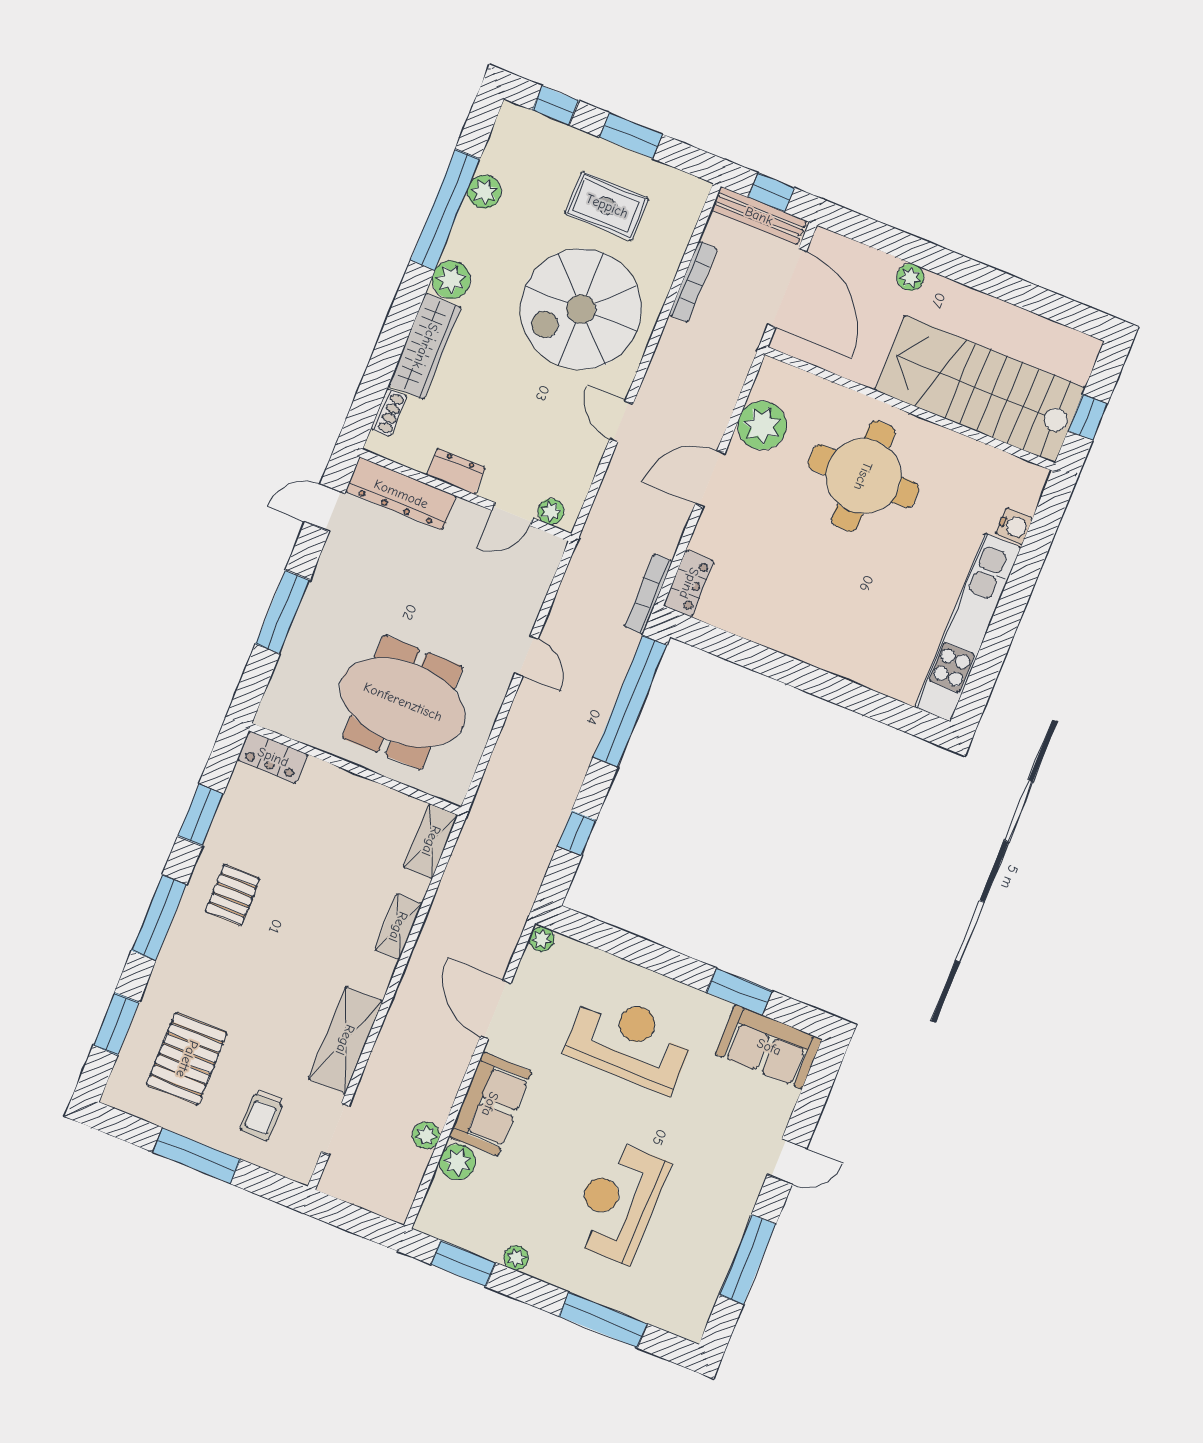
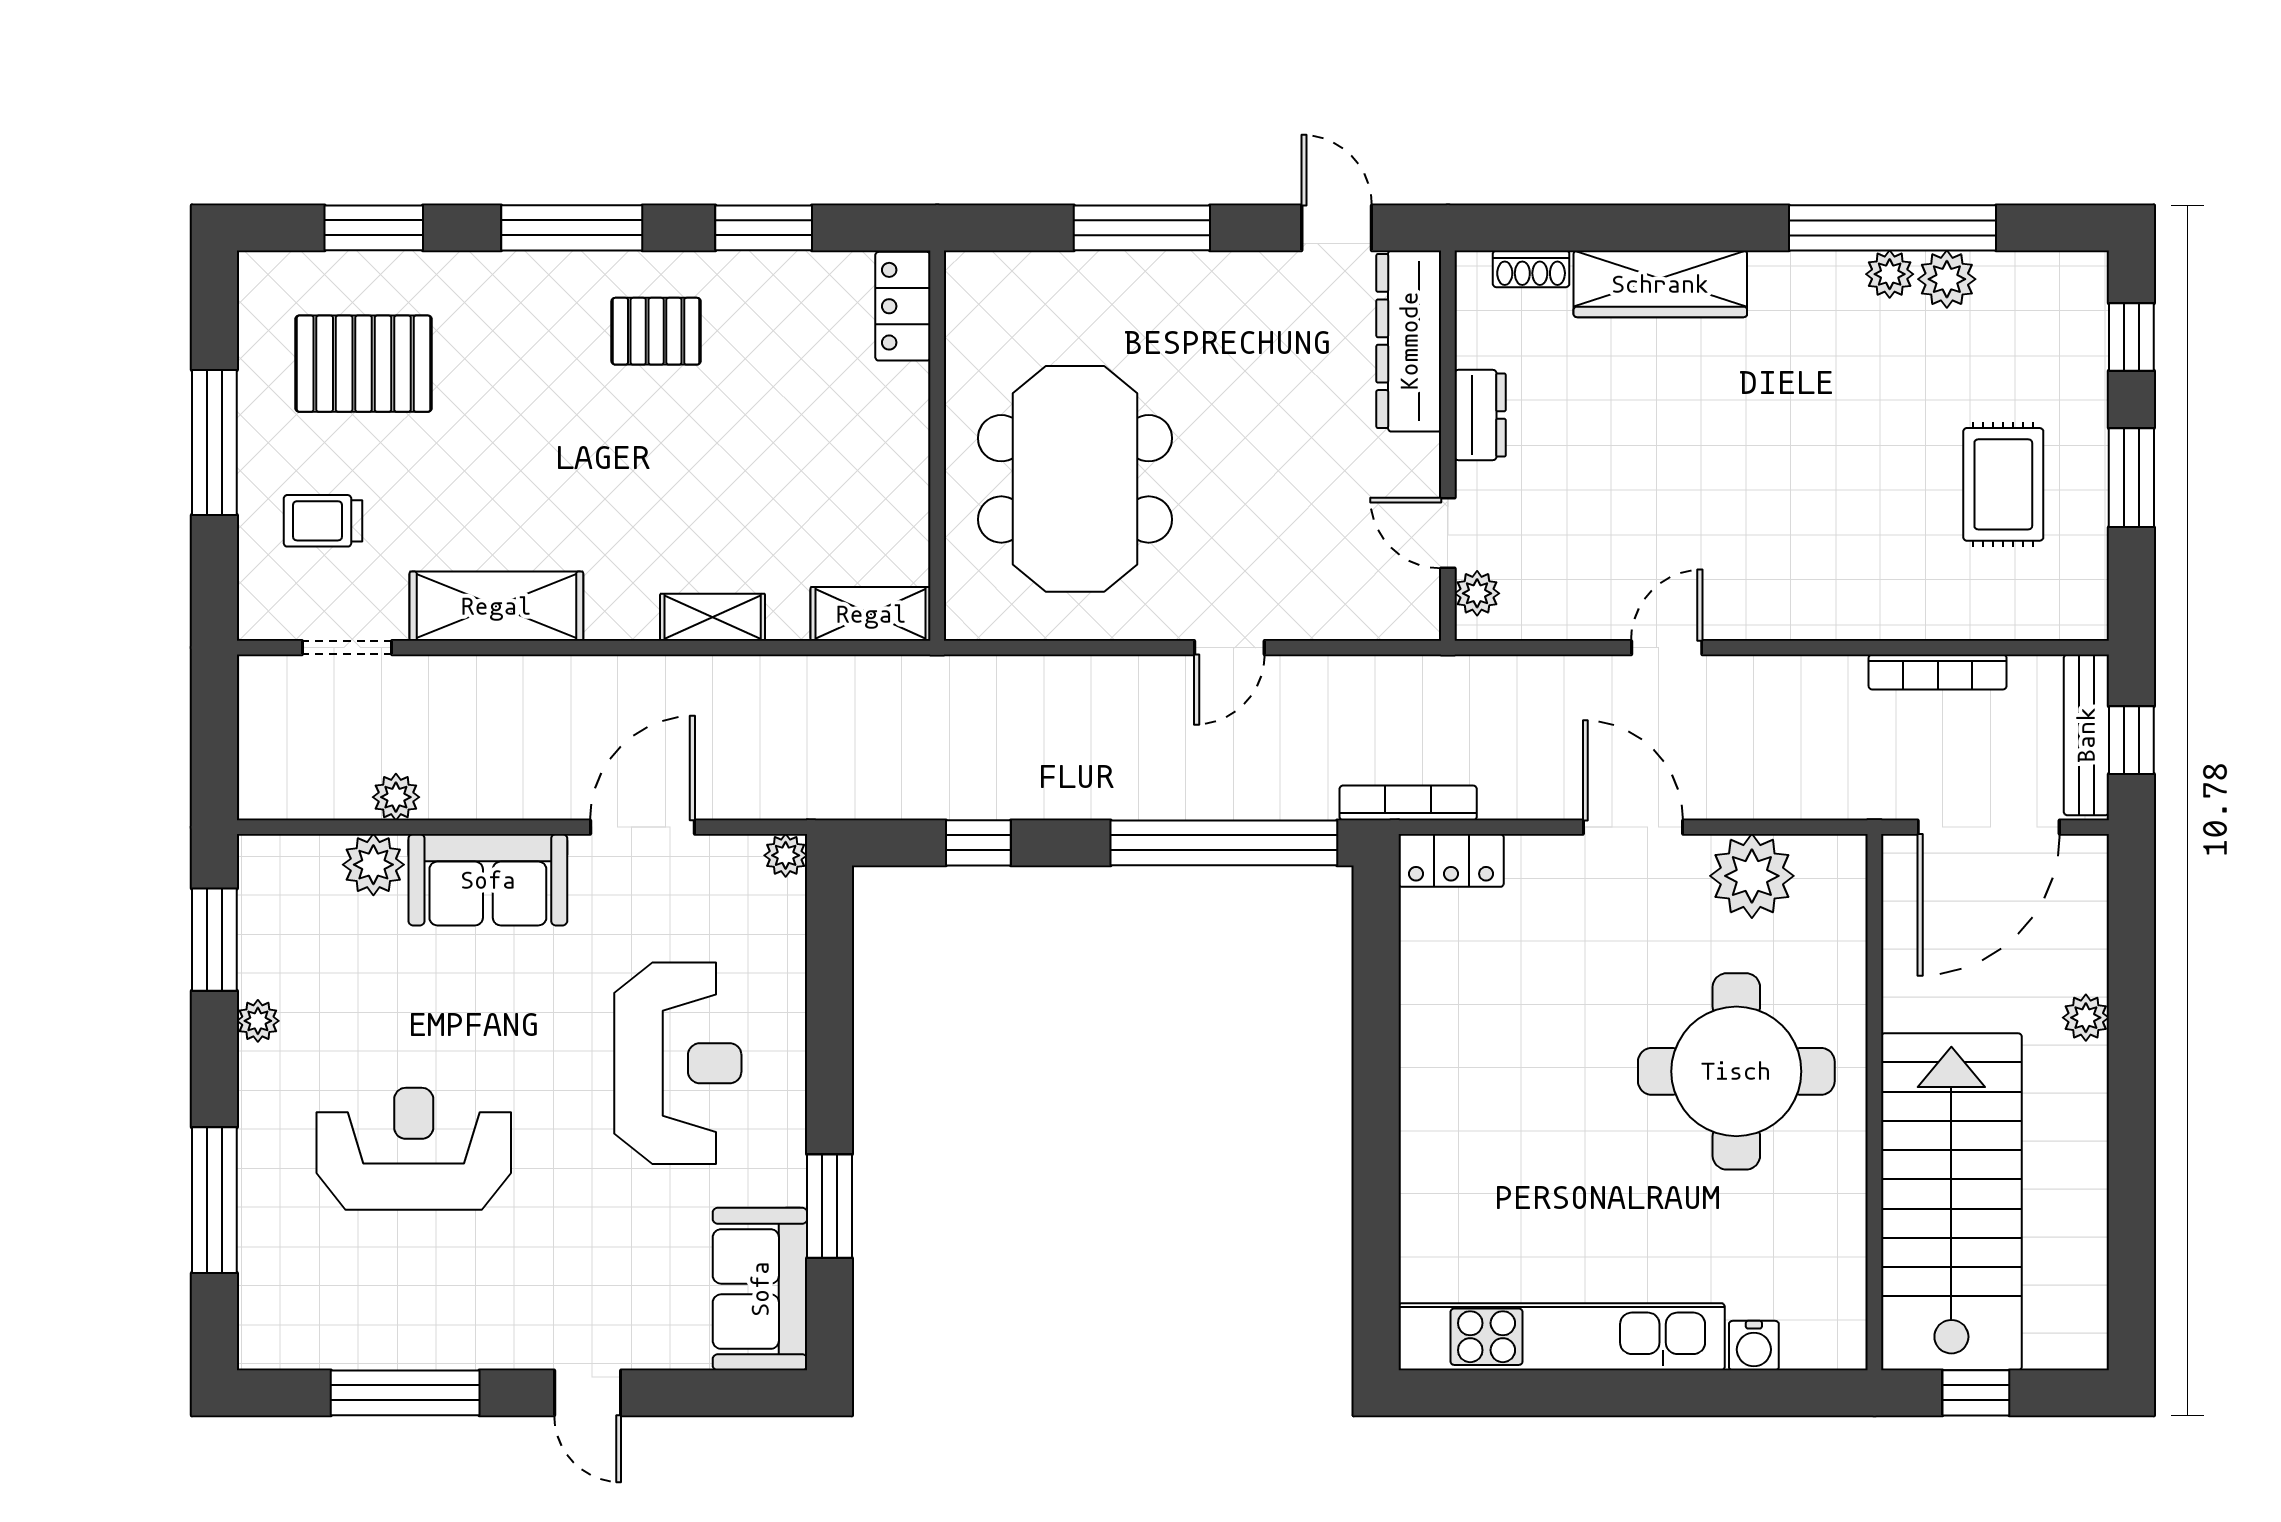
plant: (451, 280) -> (1890, 274), moved, width x0.73, depth x0.73
spiral stairs: (581, 309) -> (1821, 510), removed

